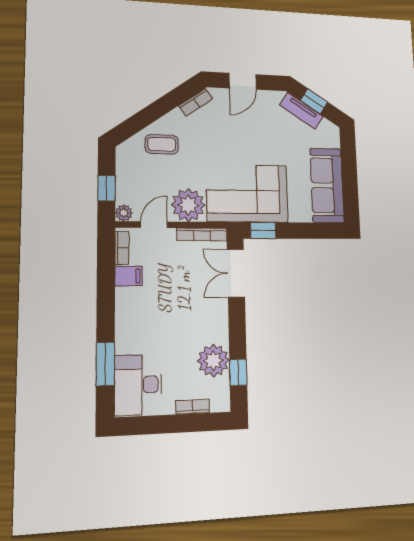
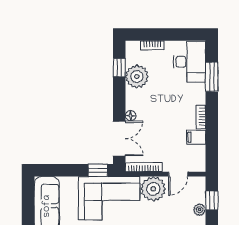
plant: (124, 213) -> (200, 210), moved
bookcase: (122, 248) -> (201, 117), moved
floor lamp: (221, 305) -> (131, 116), added

